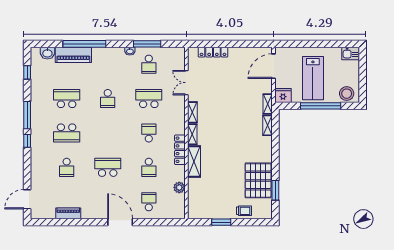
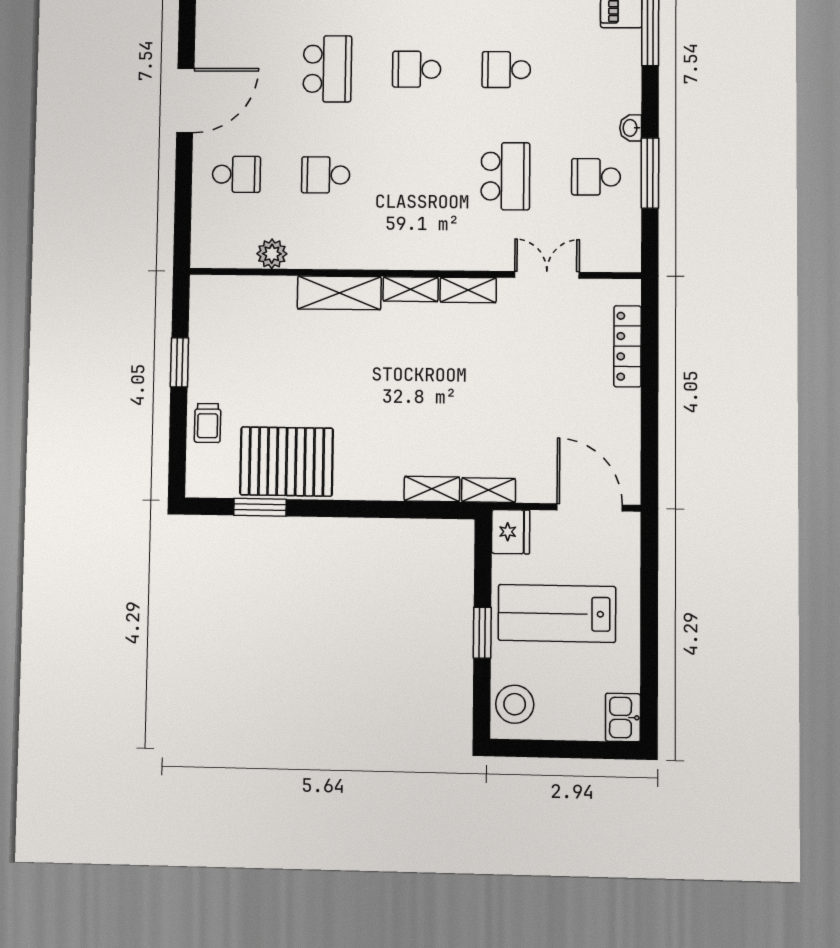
window: (321, 106) -> (482, 633), width x0.47
school desk: (149, 133) -> (417, 69), moved, turned 180
locker: (180, 150) -> (370, 256), removed

